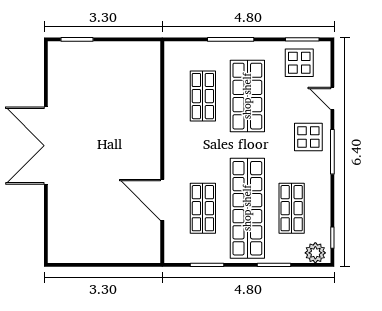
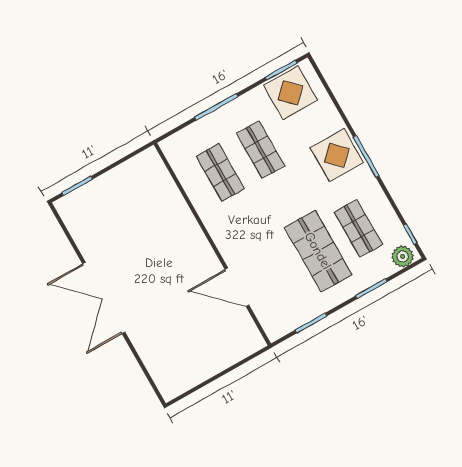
display table: (299, 63) -> (290, 93), width x1.36, depth x1.36
shop shelf: (247, 96) -> (261, 150), width x0.70, depth x0.74
door: (332, 98) -> (339, 108), removed
display table: (308, 137) -> (337, 155), width x1.36, depth x1.36
shop shelf: (203, 208) -> (278, 274), removed
shop shelf: (247, 208) -> (318, 251), width x0.71

